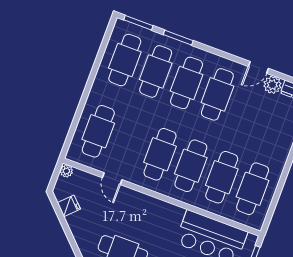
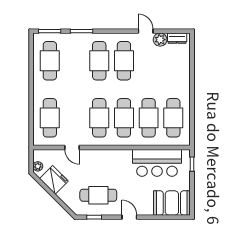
door: (258, 67) -> (146, 31), swing flipped
cafe table: (156, 71) -> (75, 61), removed
plant: (66, 171) -> (38, 166), moved
fridge: (69, 206) -> (54, 180), width x1.88, depth x1.34

